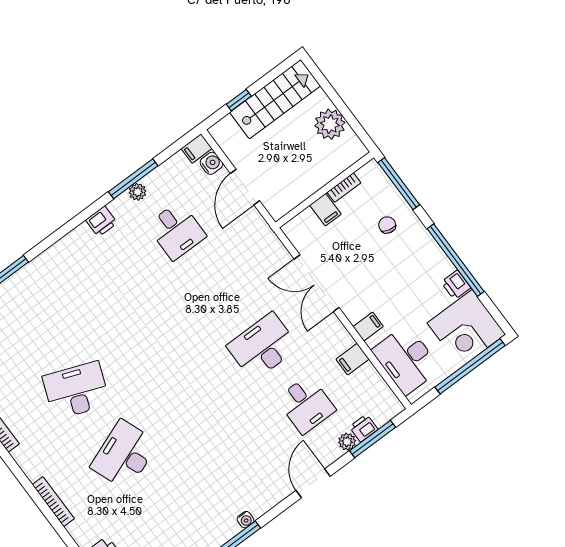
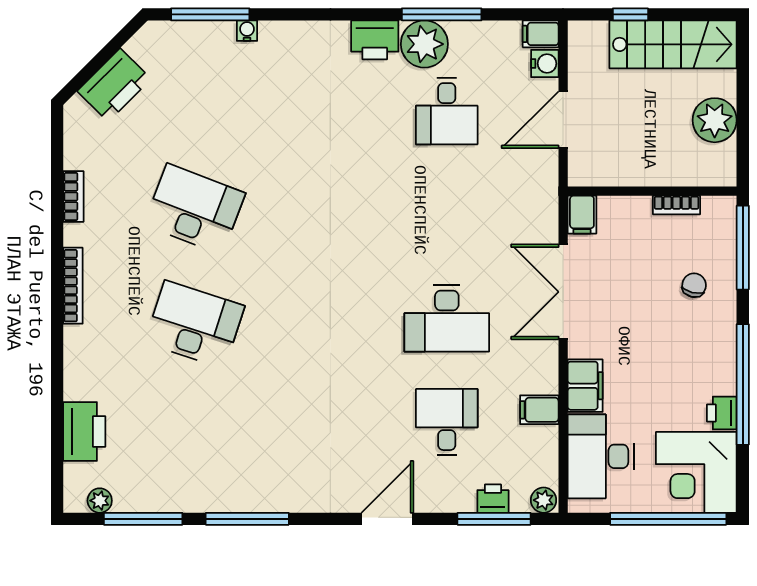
plant: (138, 192) -> (424, 44), width x1.87, depth x1.87
filing cabinet: (325, 210) -> (582, 215), moved
printer: (101, 221) -> (375, 40), width x1.36, depth x1.24
filing cabinet: (368, 327) -> (585, 386), width x2.00
desk: (263, 347) -> (447, 318), turned 180
desk: (306, 405) -> (447, 422), turned 180
plant: (347, 442) -> (544, 500), moved
desk: (124, 455) -> (195, 324), turned 39
bookcase: (53, 502) -> (73, 286), moved
water cooler: (245, 520) -> (247, 31), moved, turned 180

